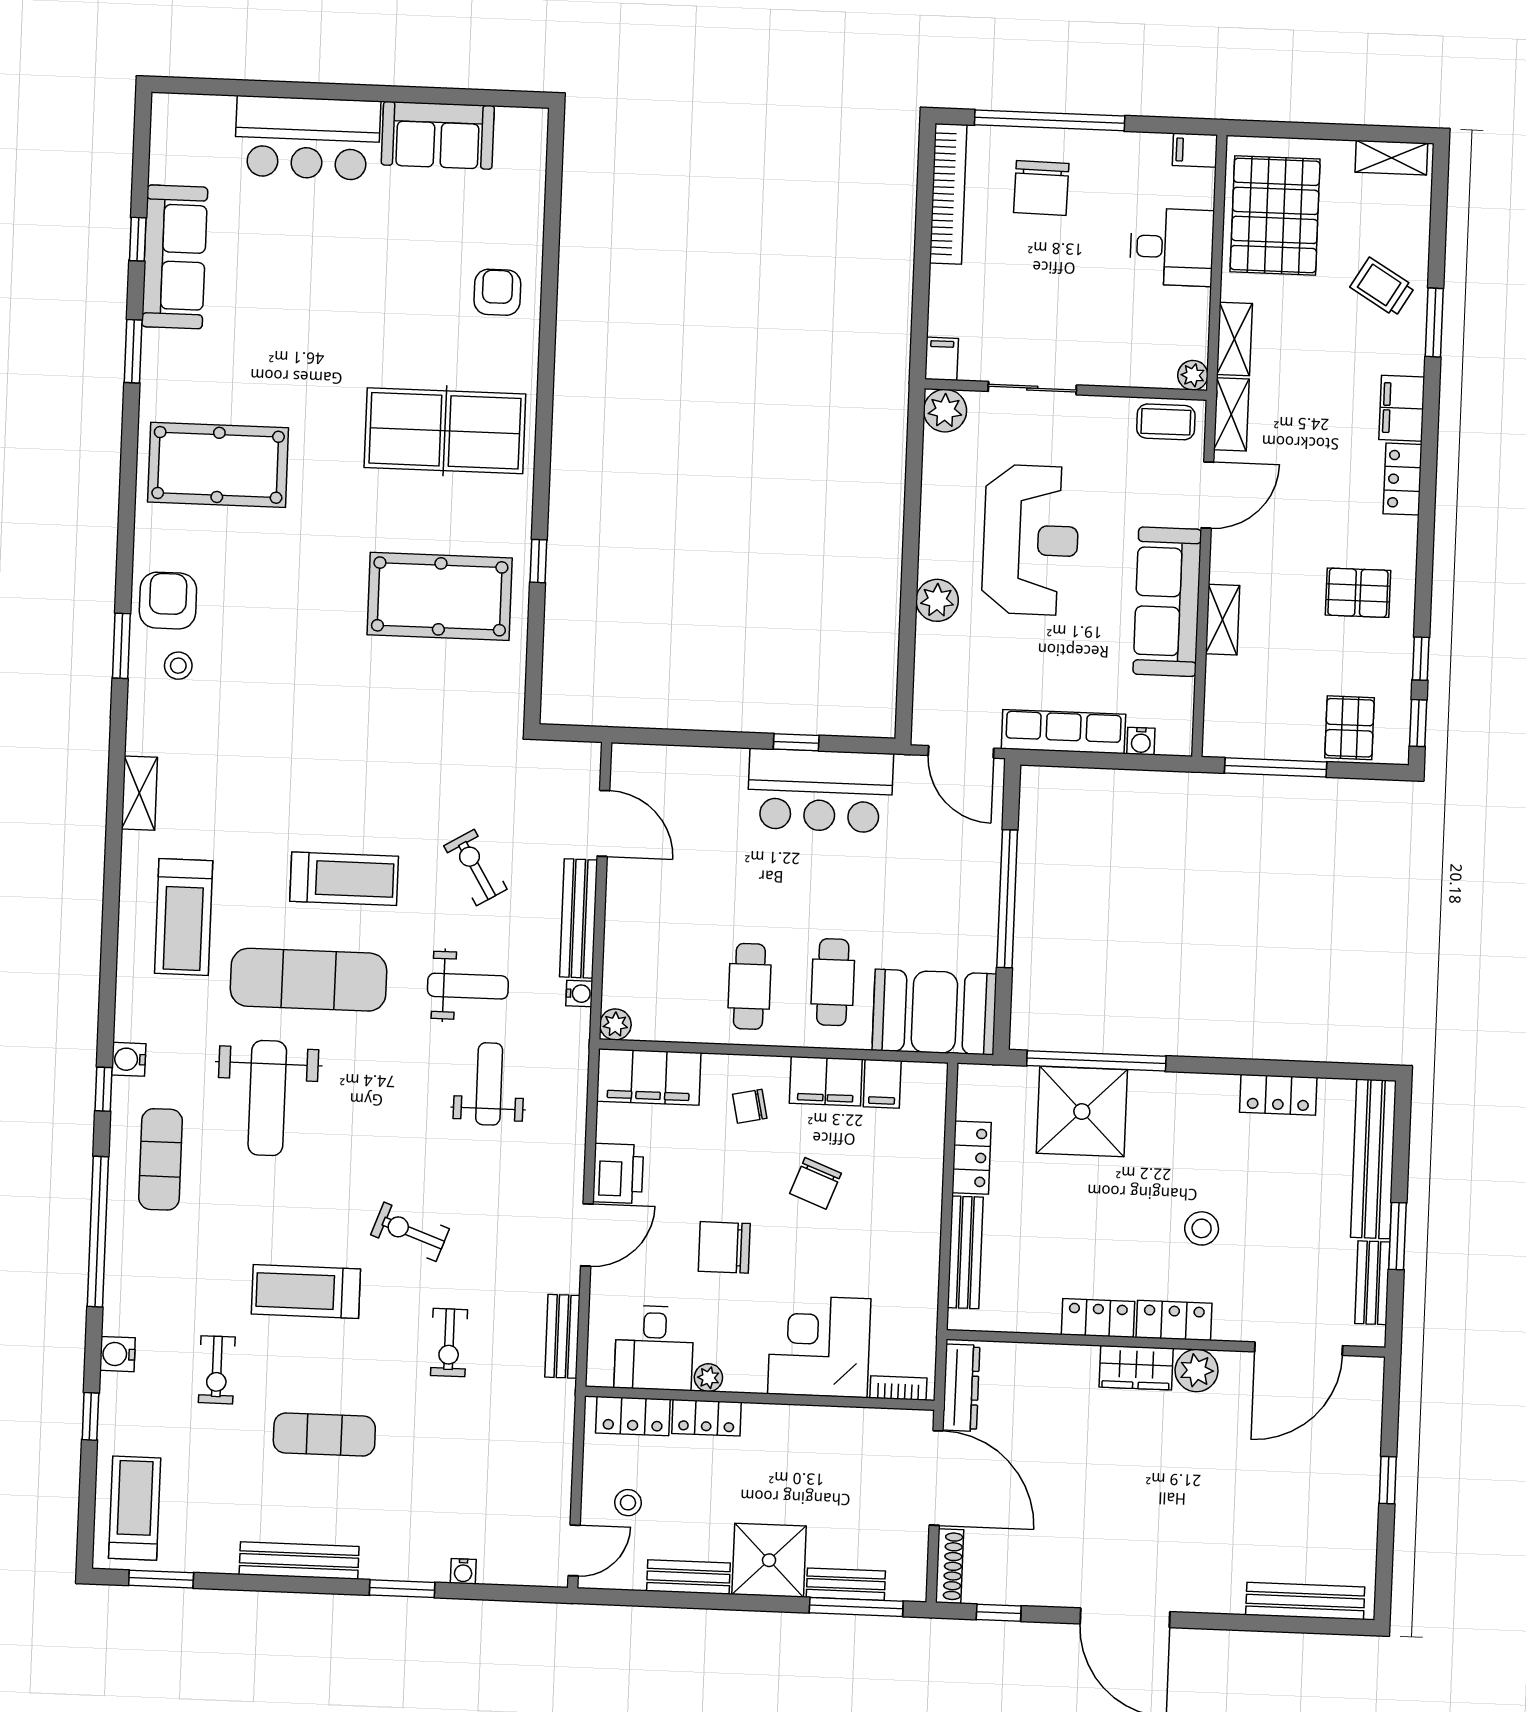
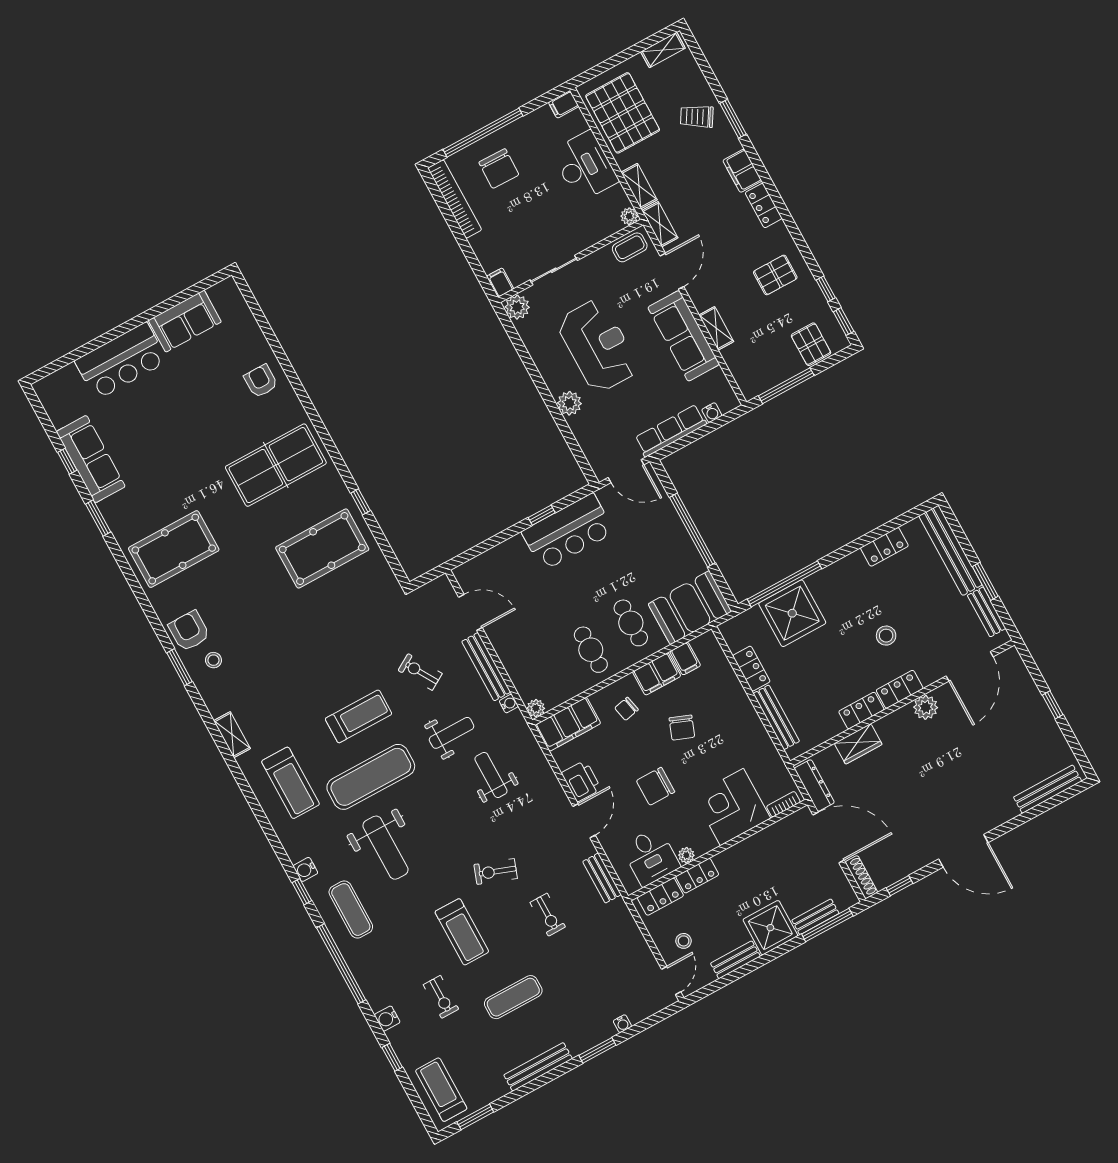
desk: (1172, 247) -> (585, 166), width x1.37
treadmill: (306, 1291) -> (462, 932), turned -90
wardrobe: (1136, 1368) -> (858, 744), moved

